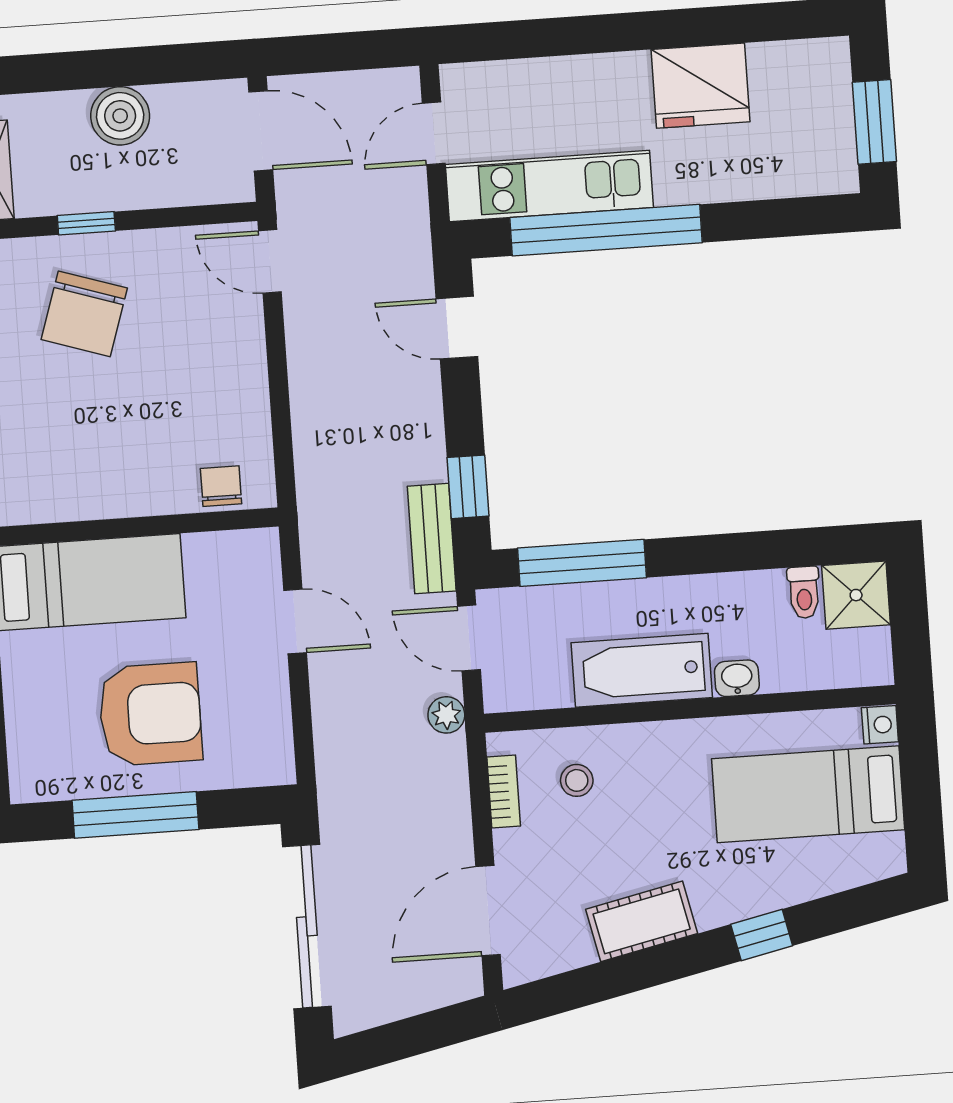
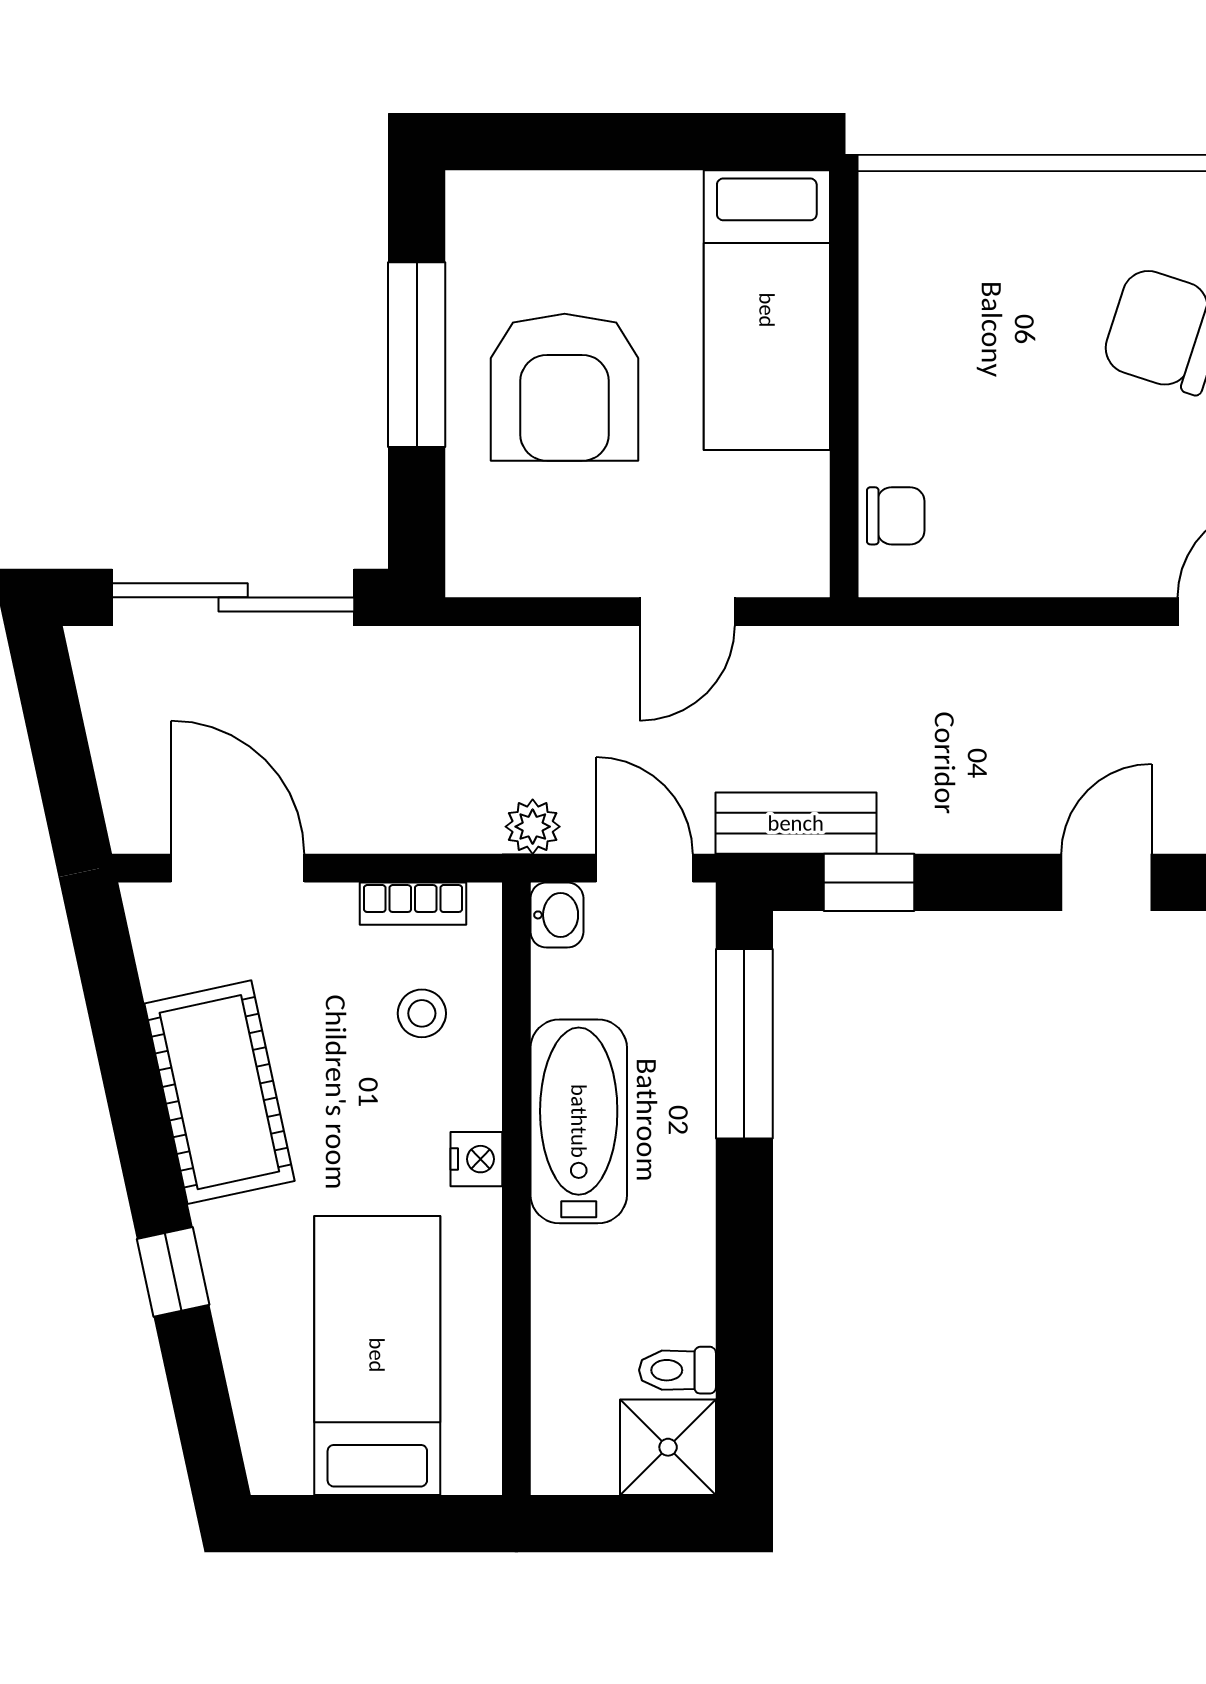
door: (469, 638) -> (645, 868), hinge flipped
washbasin: (737, 678) -> (557, 915), moved
nightstand: (880, 725) -> (476, 1159), moved, turned -90
cot: (642, 921) -> (219, 1092), width x1.37, depth x1.34

